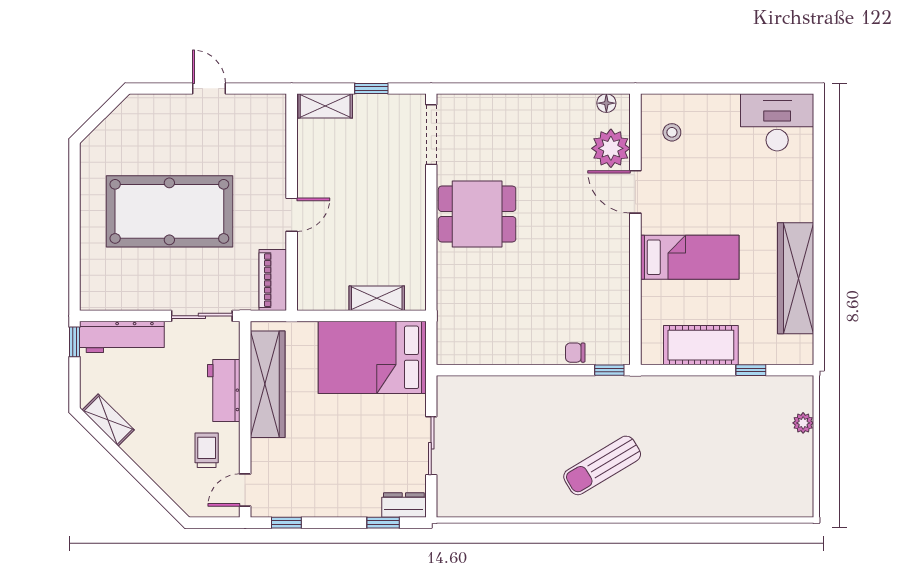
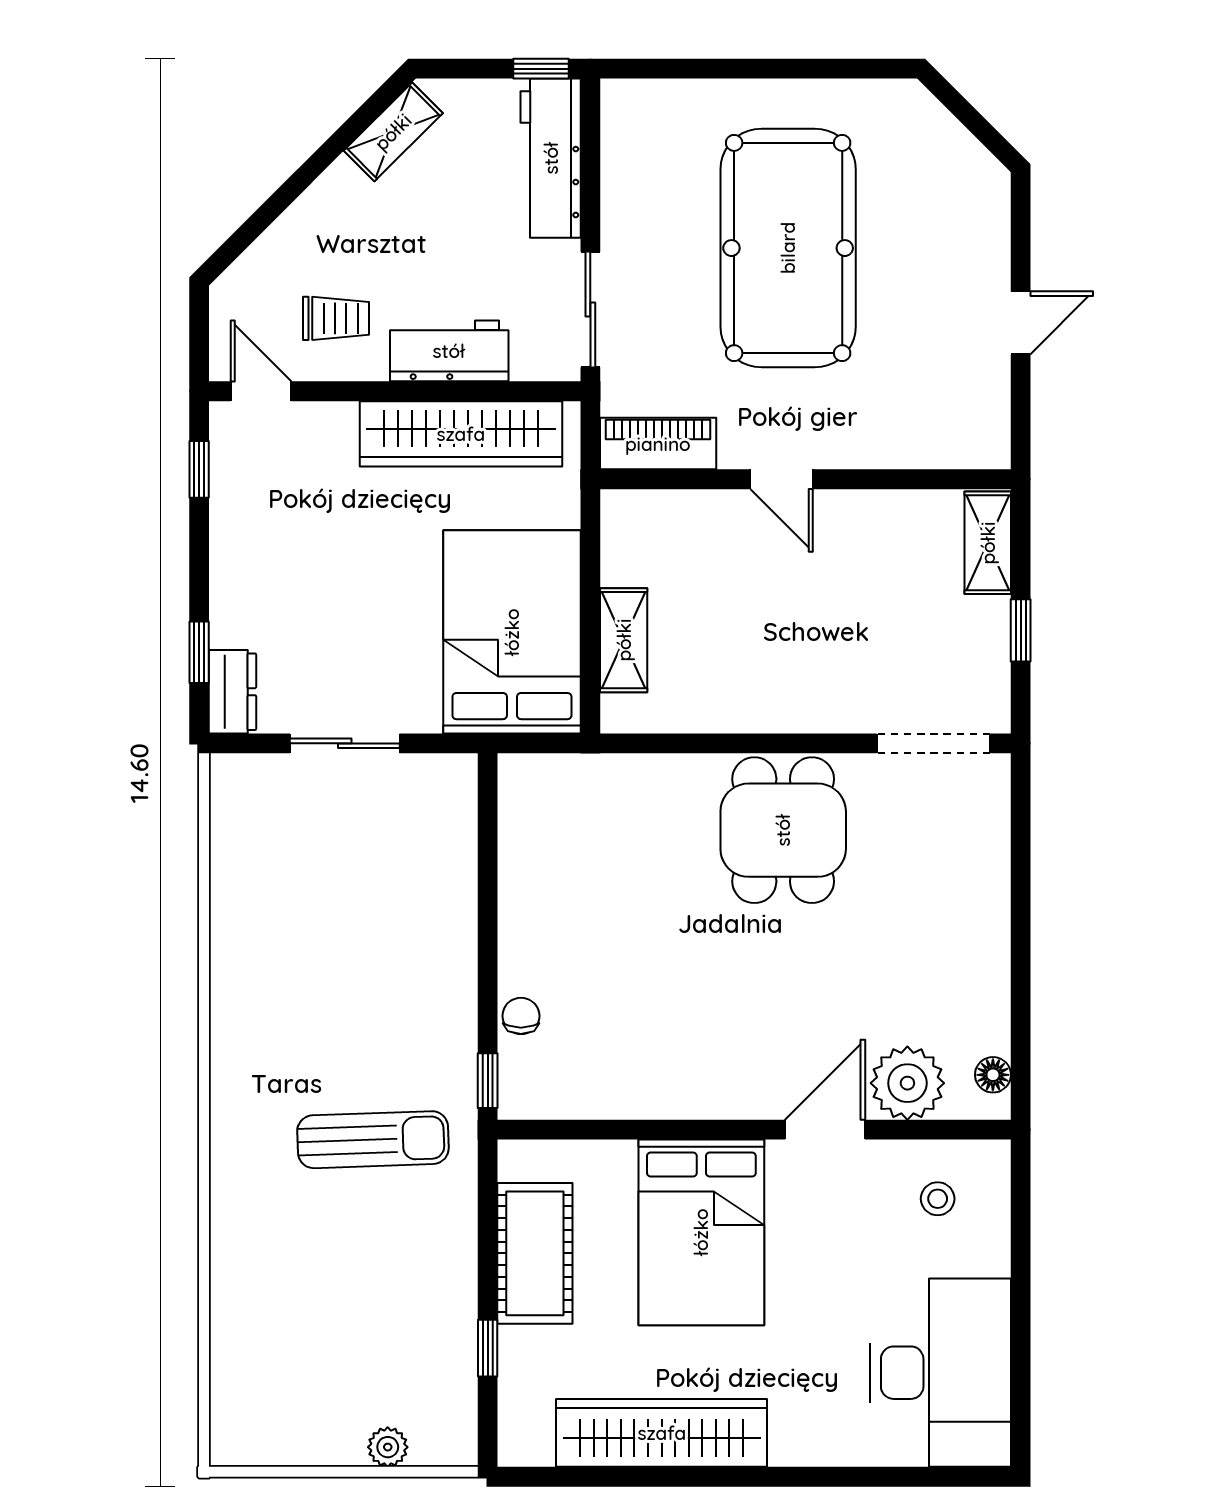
desk: (777, 122) -> (940, 1373), width x1.36, depth x1.30
bed: (690, 257) -> (701, 1232), width x1.50
sun lounger: (602, 465) -> (373, 1140), moved, turned 119

